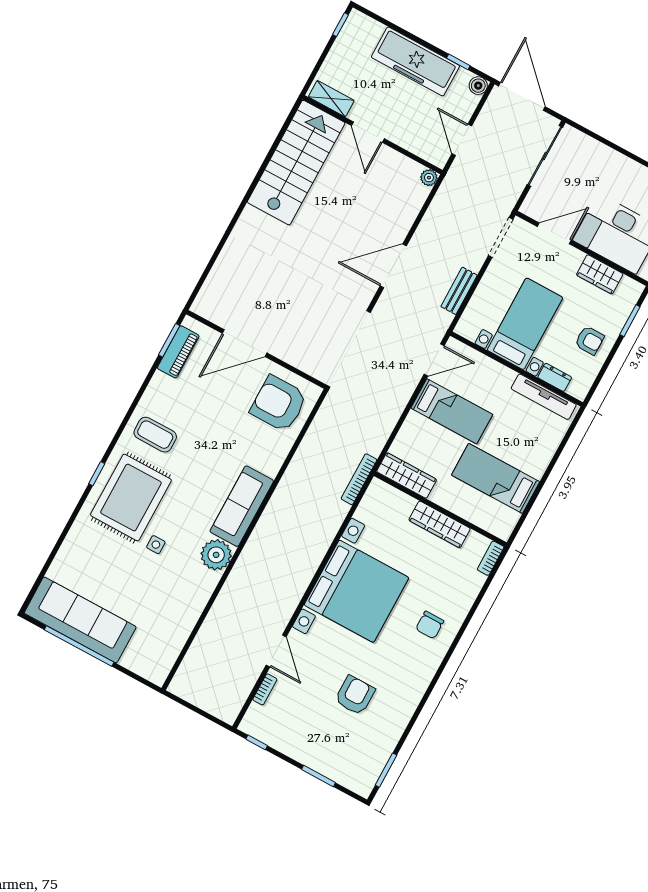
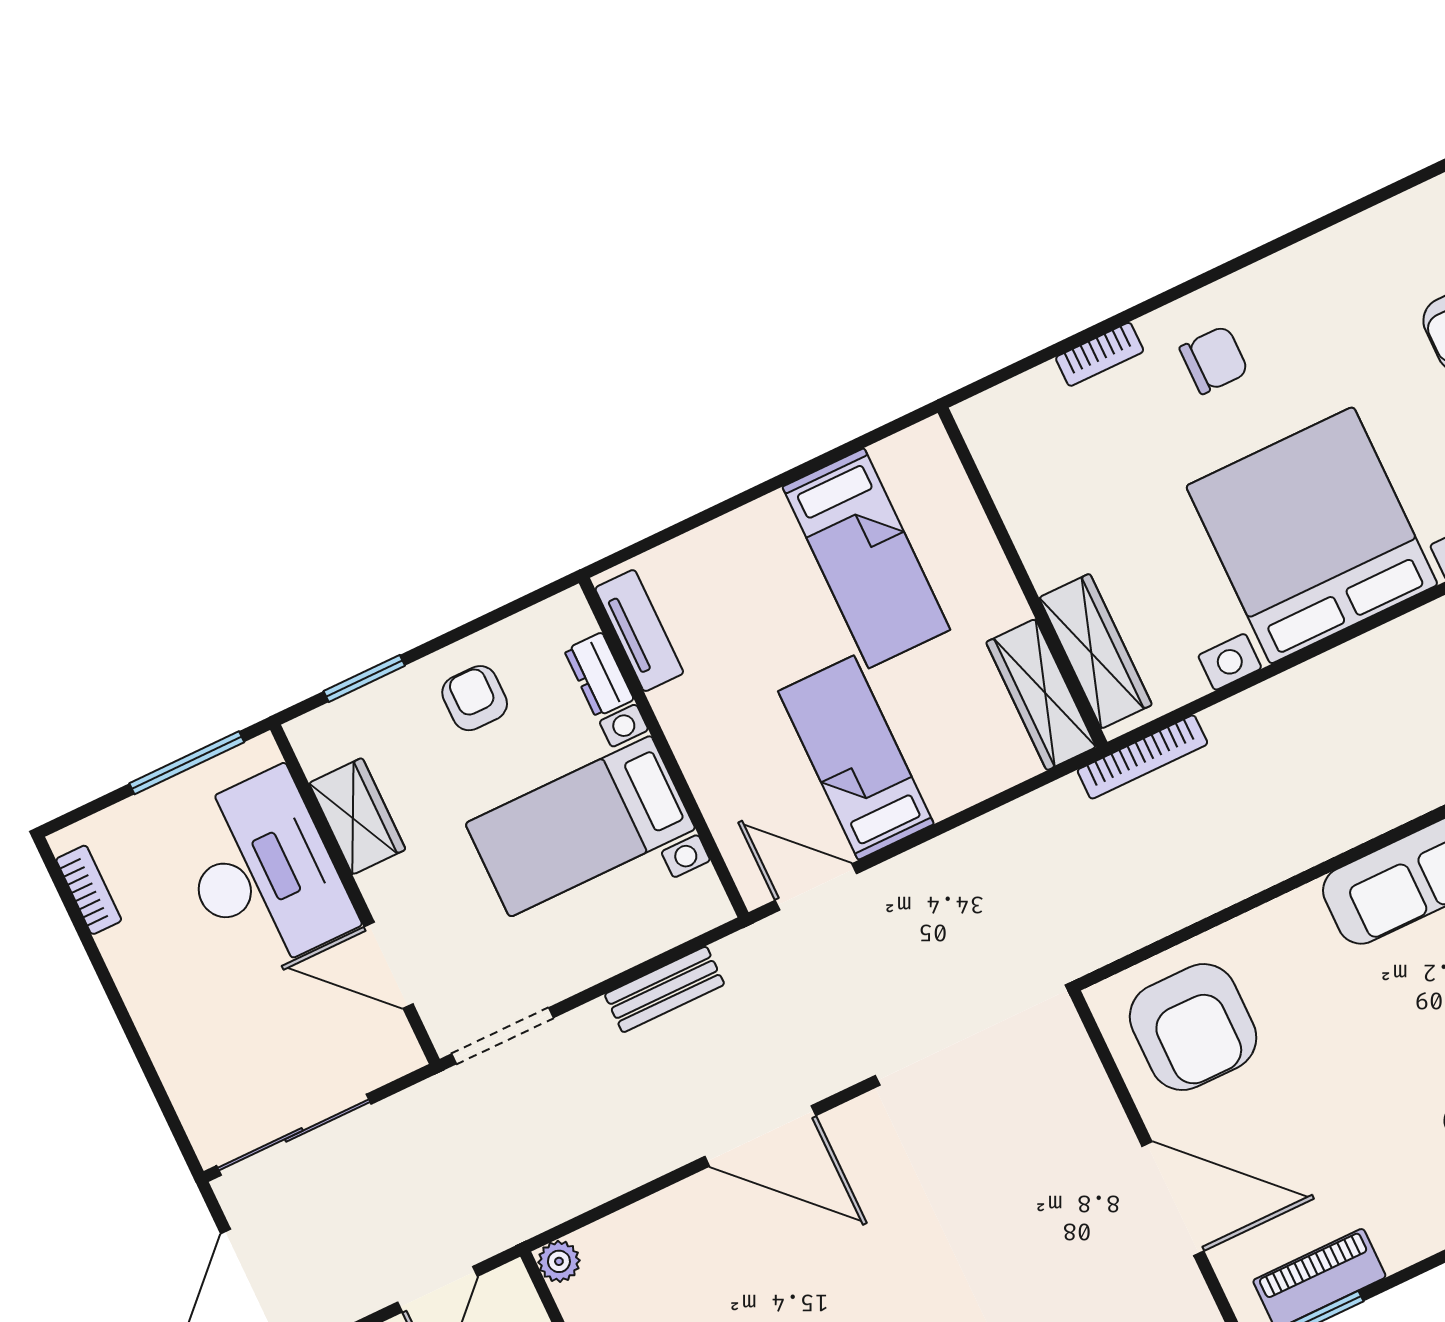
tv unit: (544, 397) -> (639, 631), width x0.71
wardrobe: (440, 524) -> (1096, 651), moved
bookcase: (491, 558) -> (1100, 354), moved

